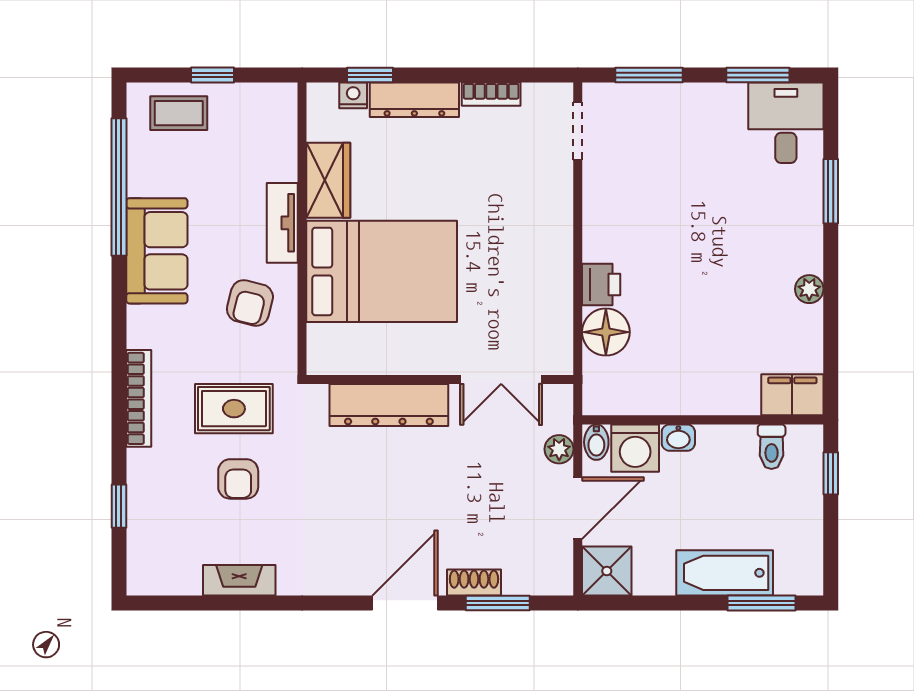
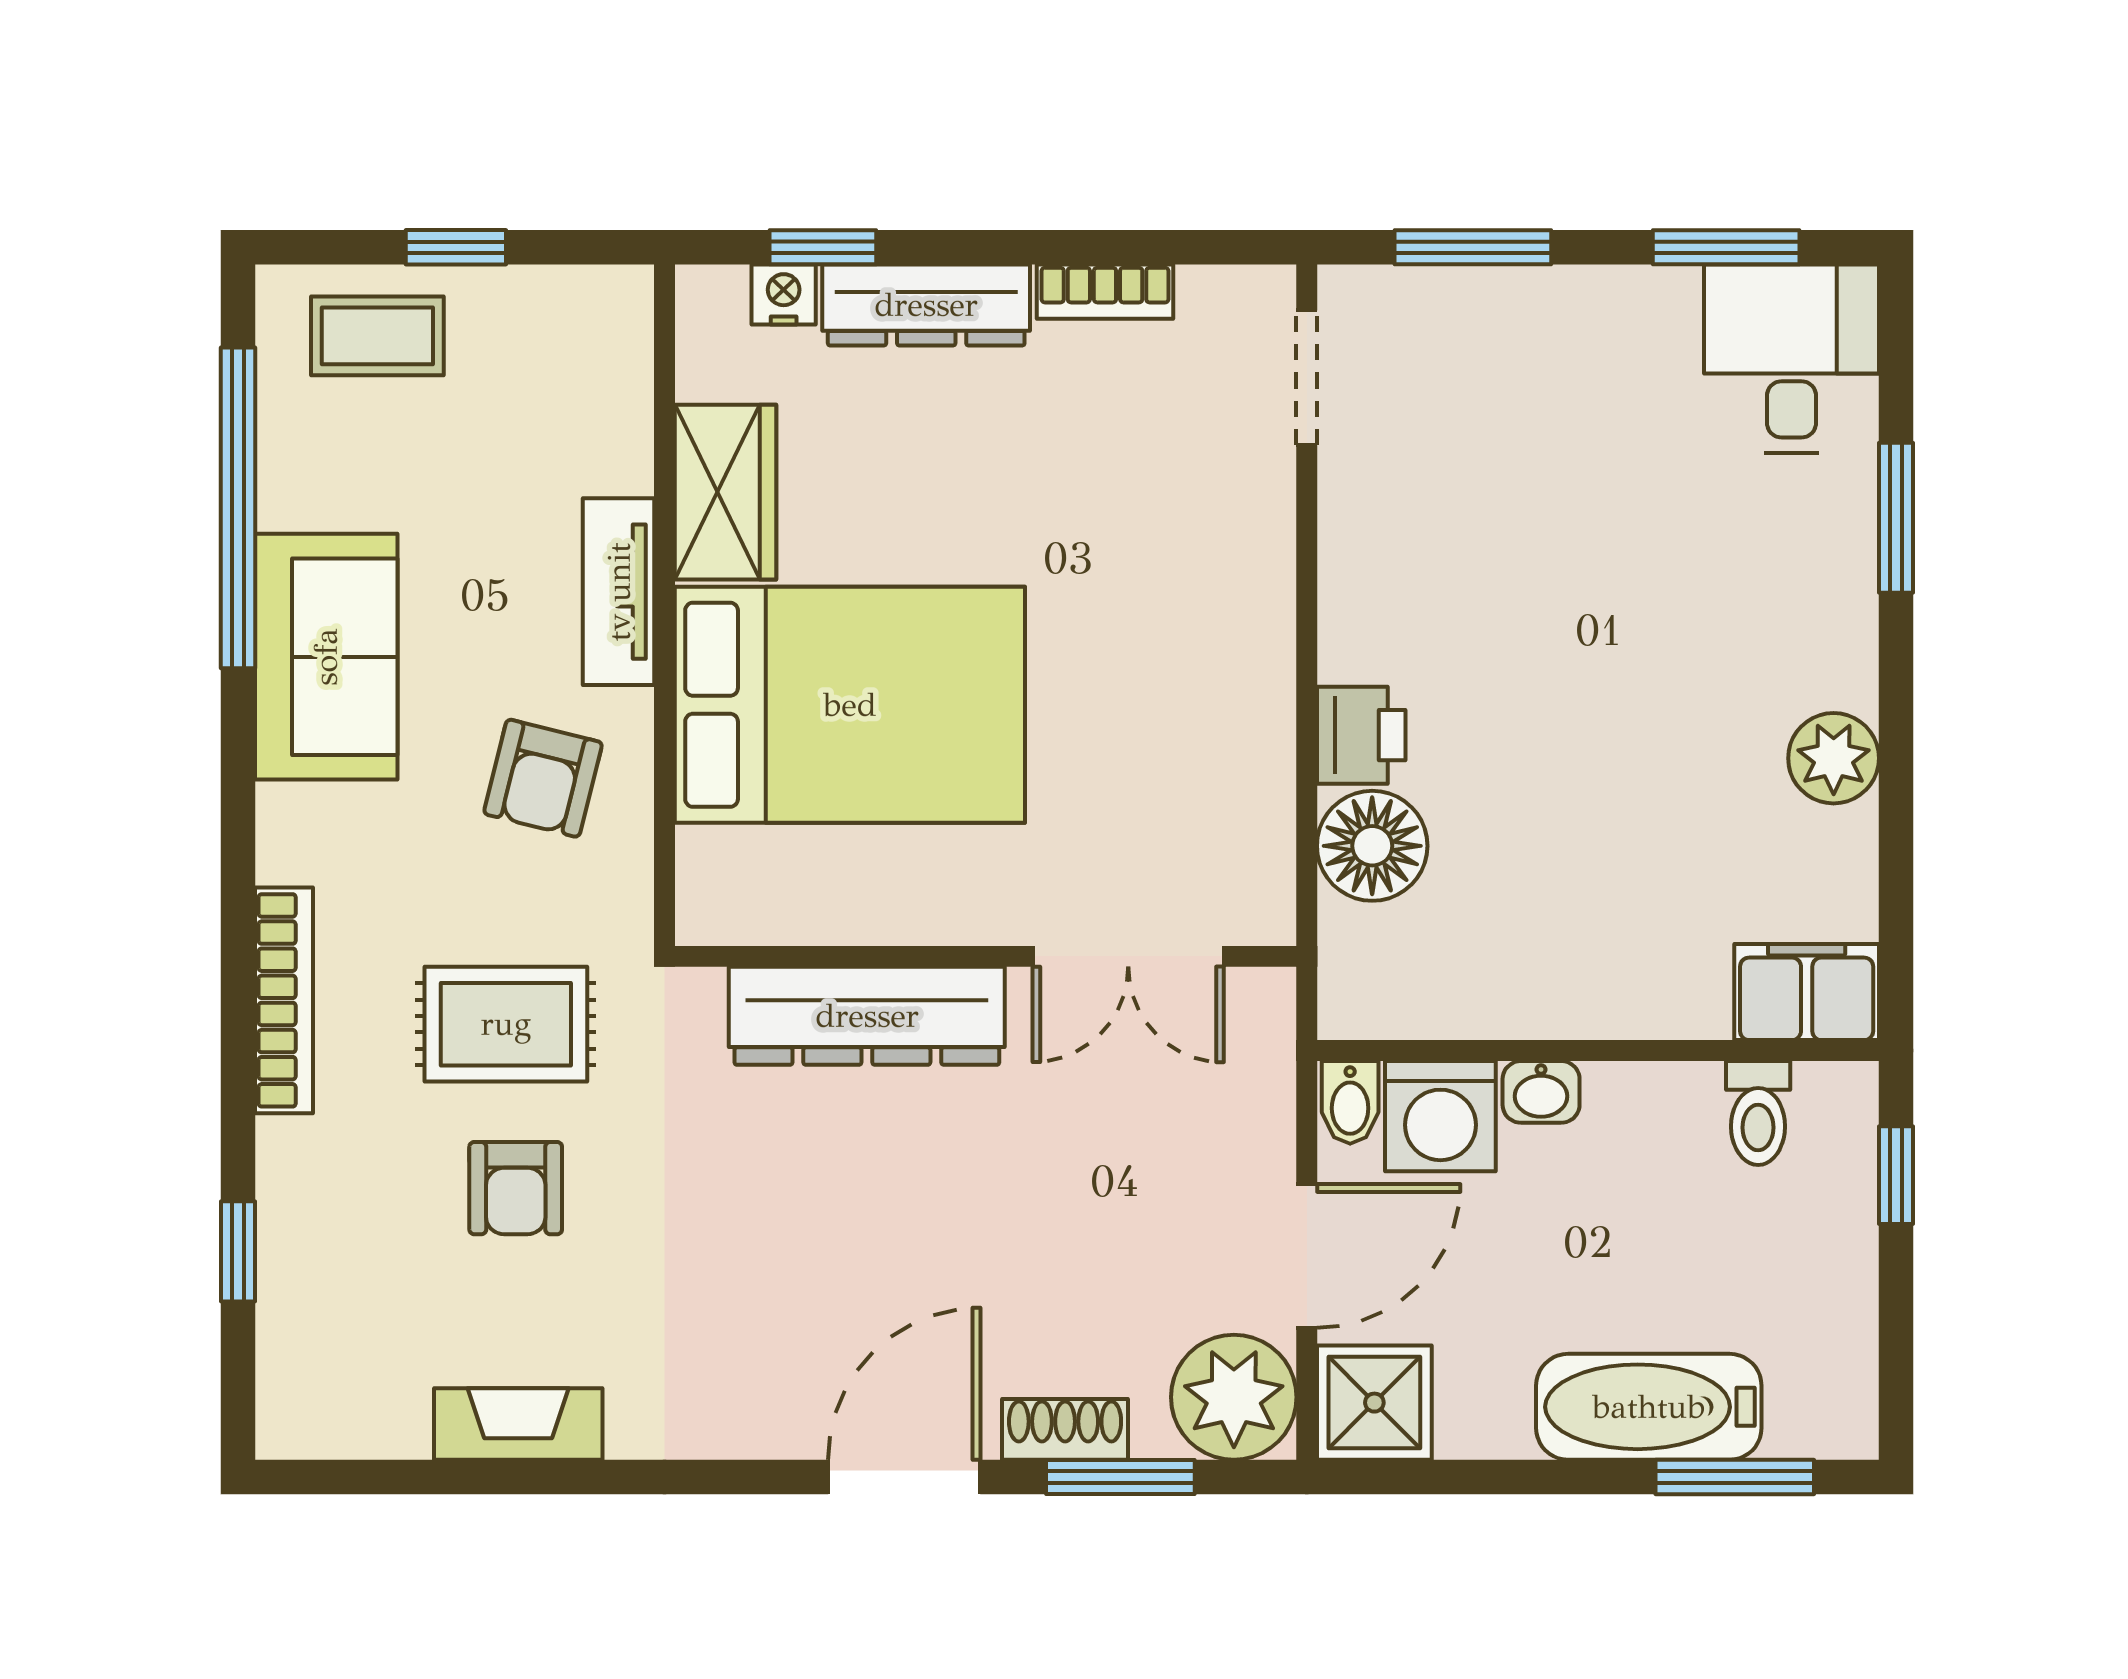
plant: (809, 289) -> (1834, 758), width x1.38, depth x1.38
plant: (559, 449) -> (1234, 1397), moved, width x1.87, depth x1.87

